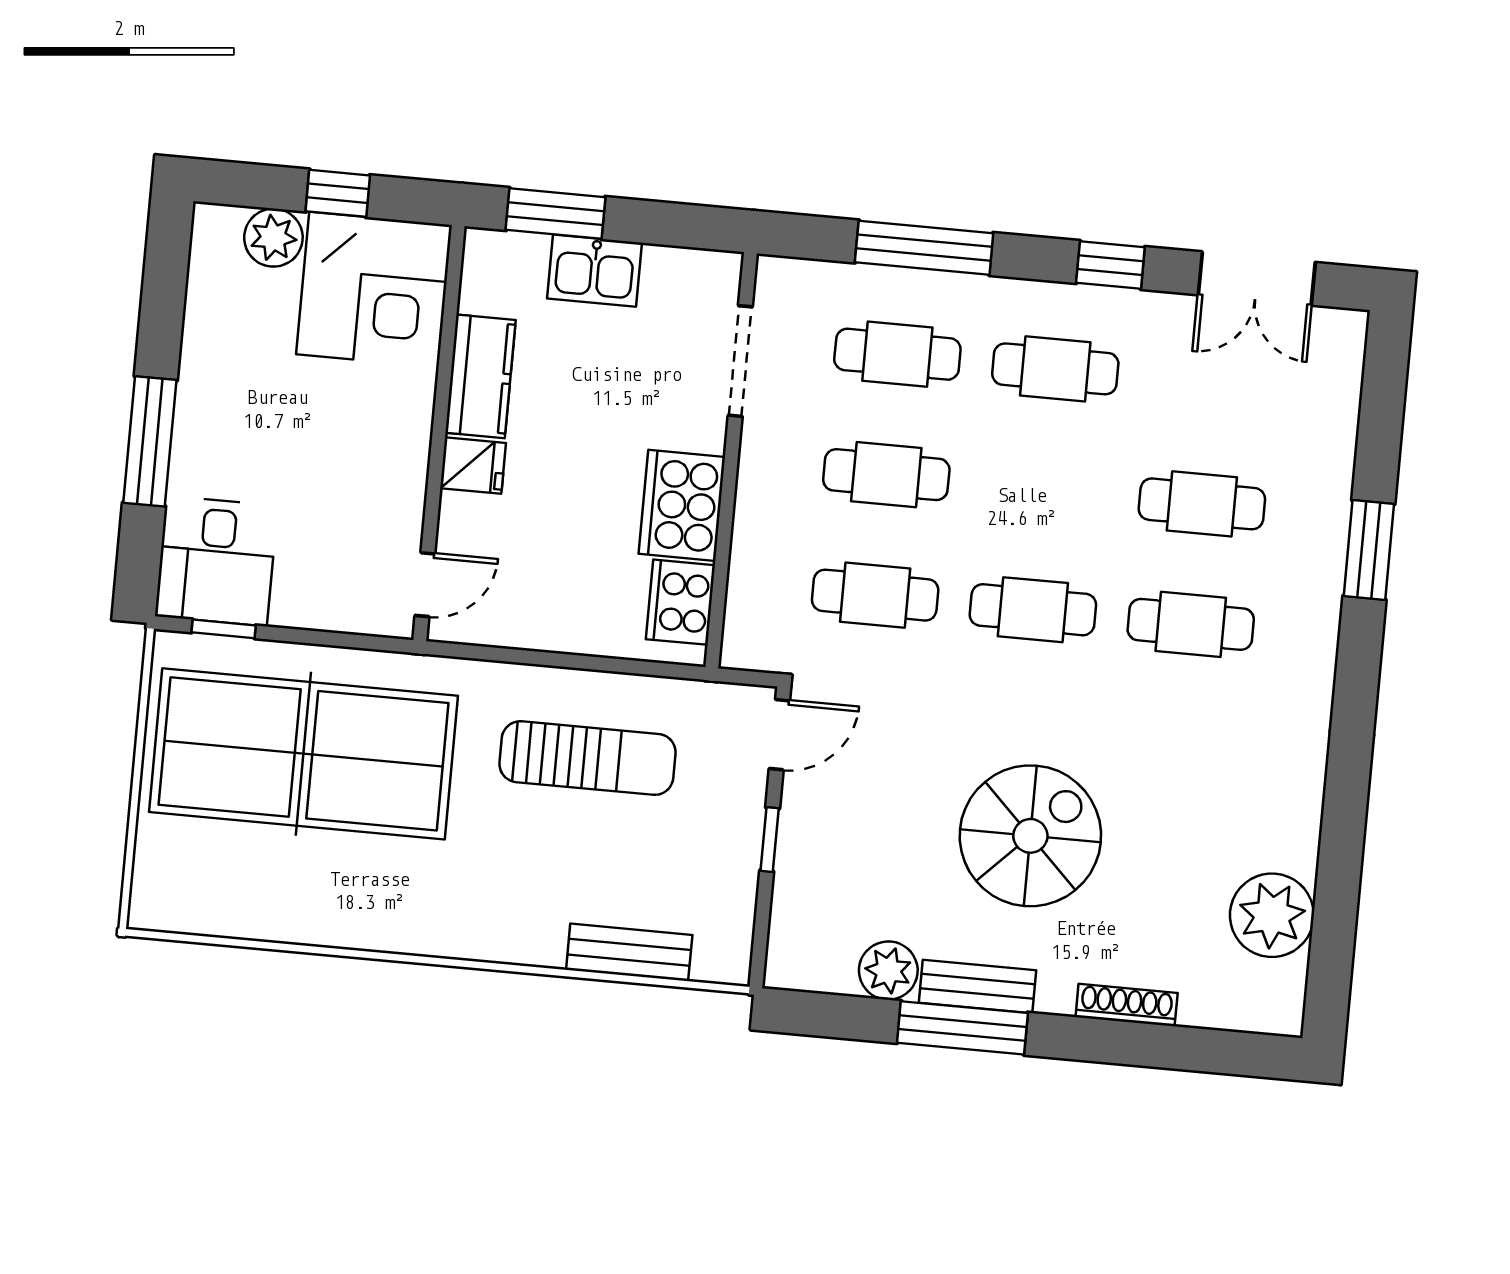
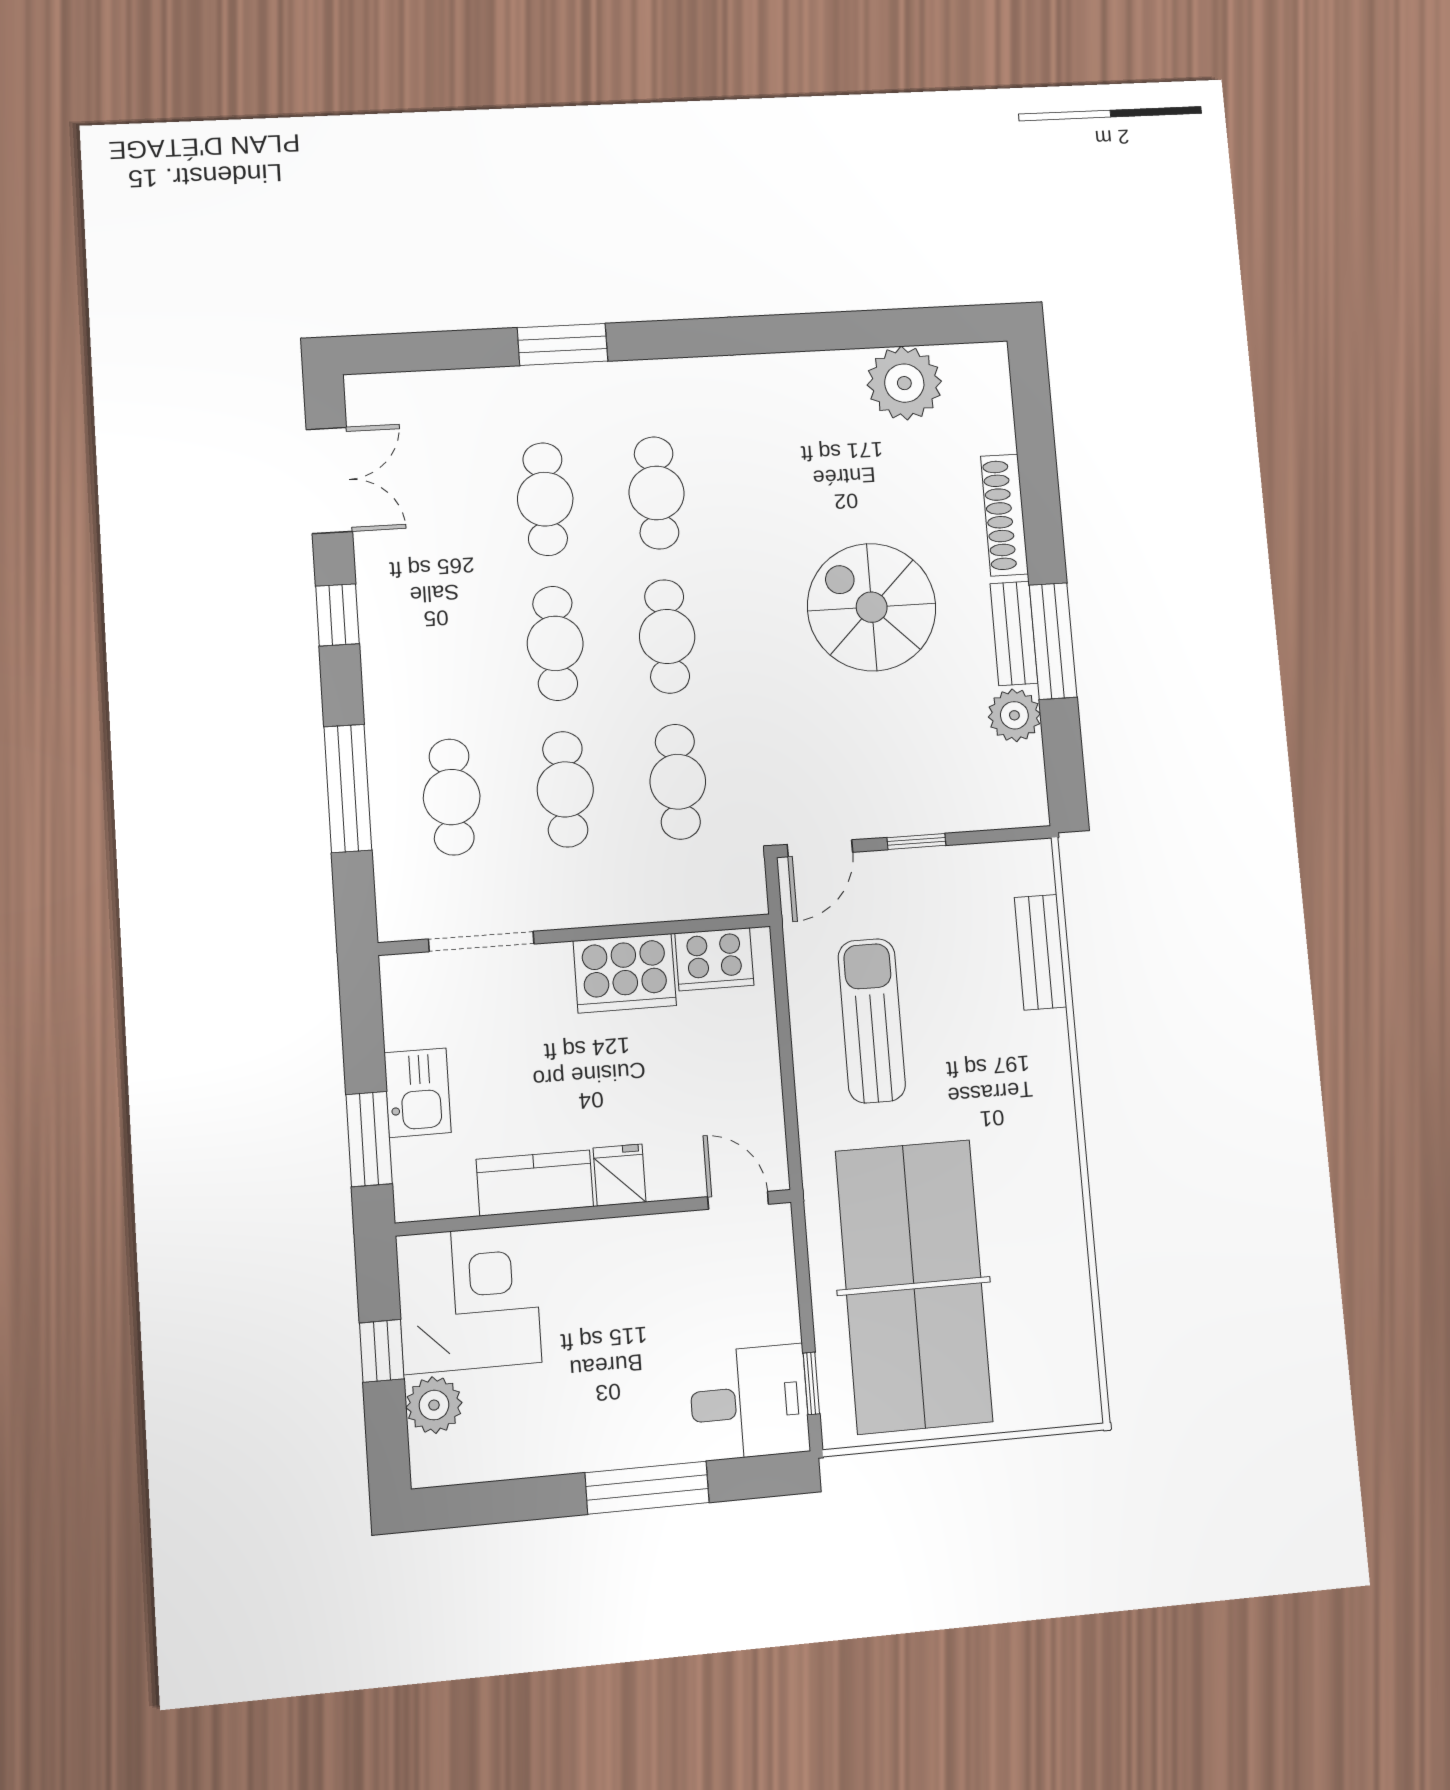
cafe table: (1055, 369) -> (555, 643), moved
door: (779, 735) -> (820, 848), swing flipped
shoe rack: (1127, 1005) -> (1004, 515), width x1.36, depth x1.24

